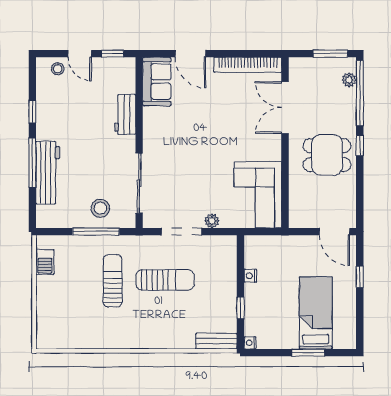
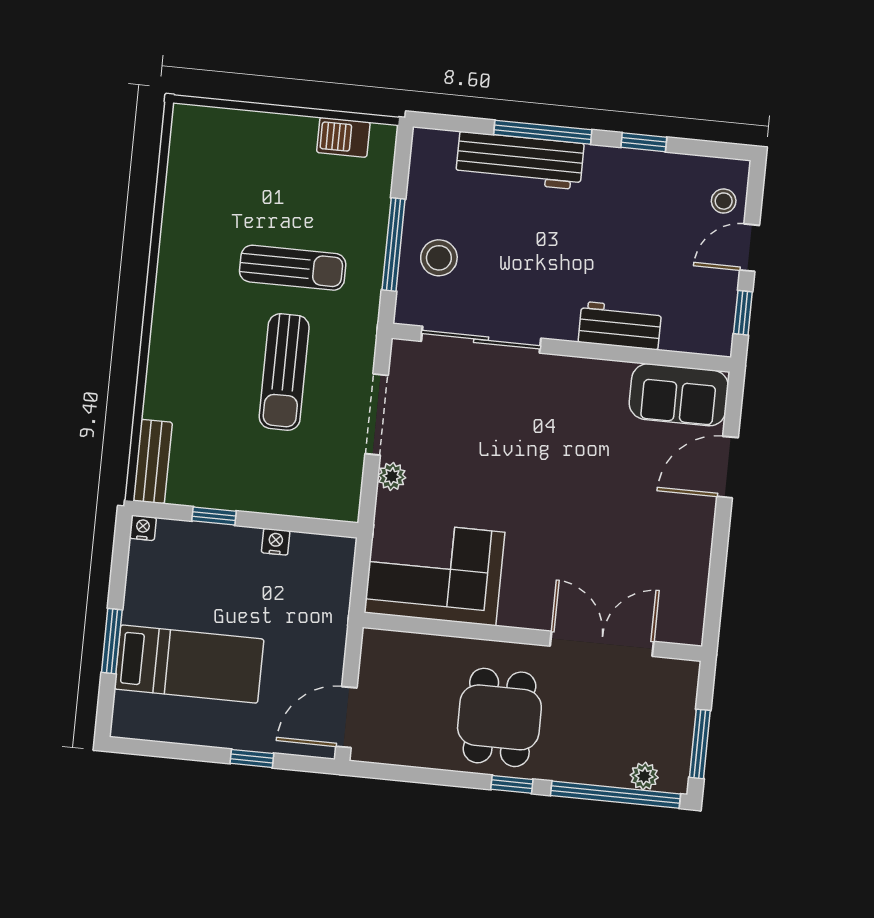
bookcase: (248, 65) -> (694, 578), removed

